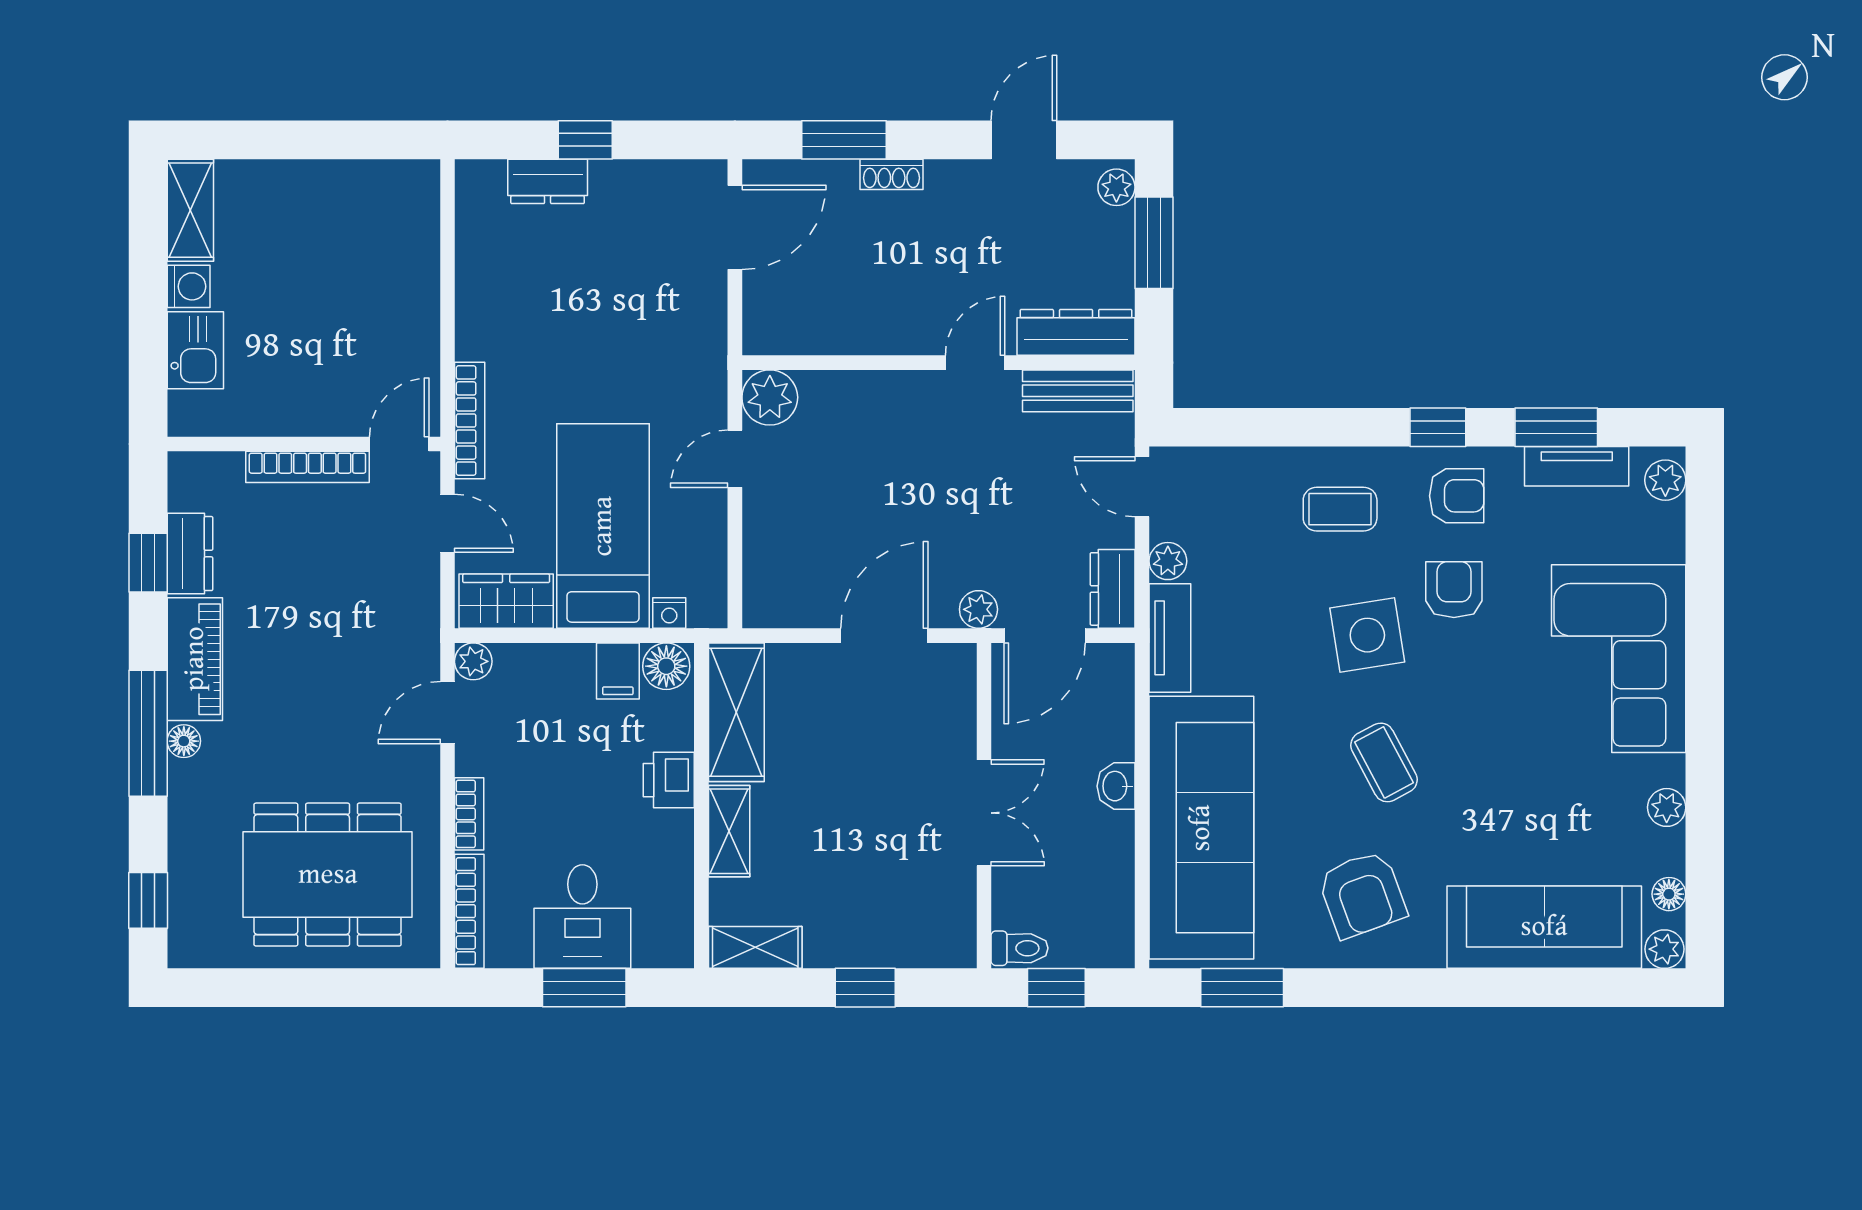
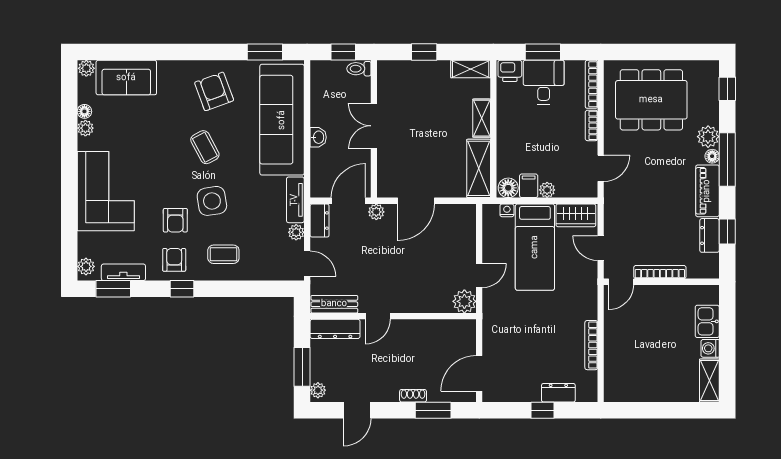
bookcase: (470, 421) -> (591, 345), moved
window: (1556, 427) -> (113, 289), moved
armchair: (1457, 496) -> (174, 260), turned 90
plant: (473, 661) -> (547, 190), moved
printer: (669, 780) -> (510, 71), moved, turned 90
plant: (193, 787) -> (708, 137), added
floor lamp: (1669, 894) -> (84, 111), moved
sofa: (1544, 927) -> (126, 78), width x0.73

